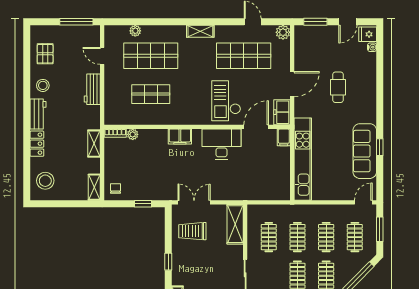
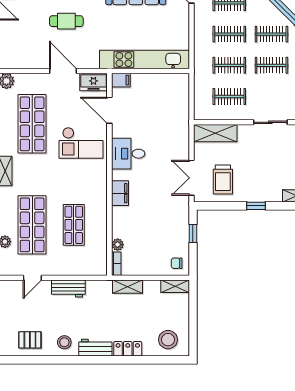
desk: (222, 144) -> (128, 154), width x0.73

